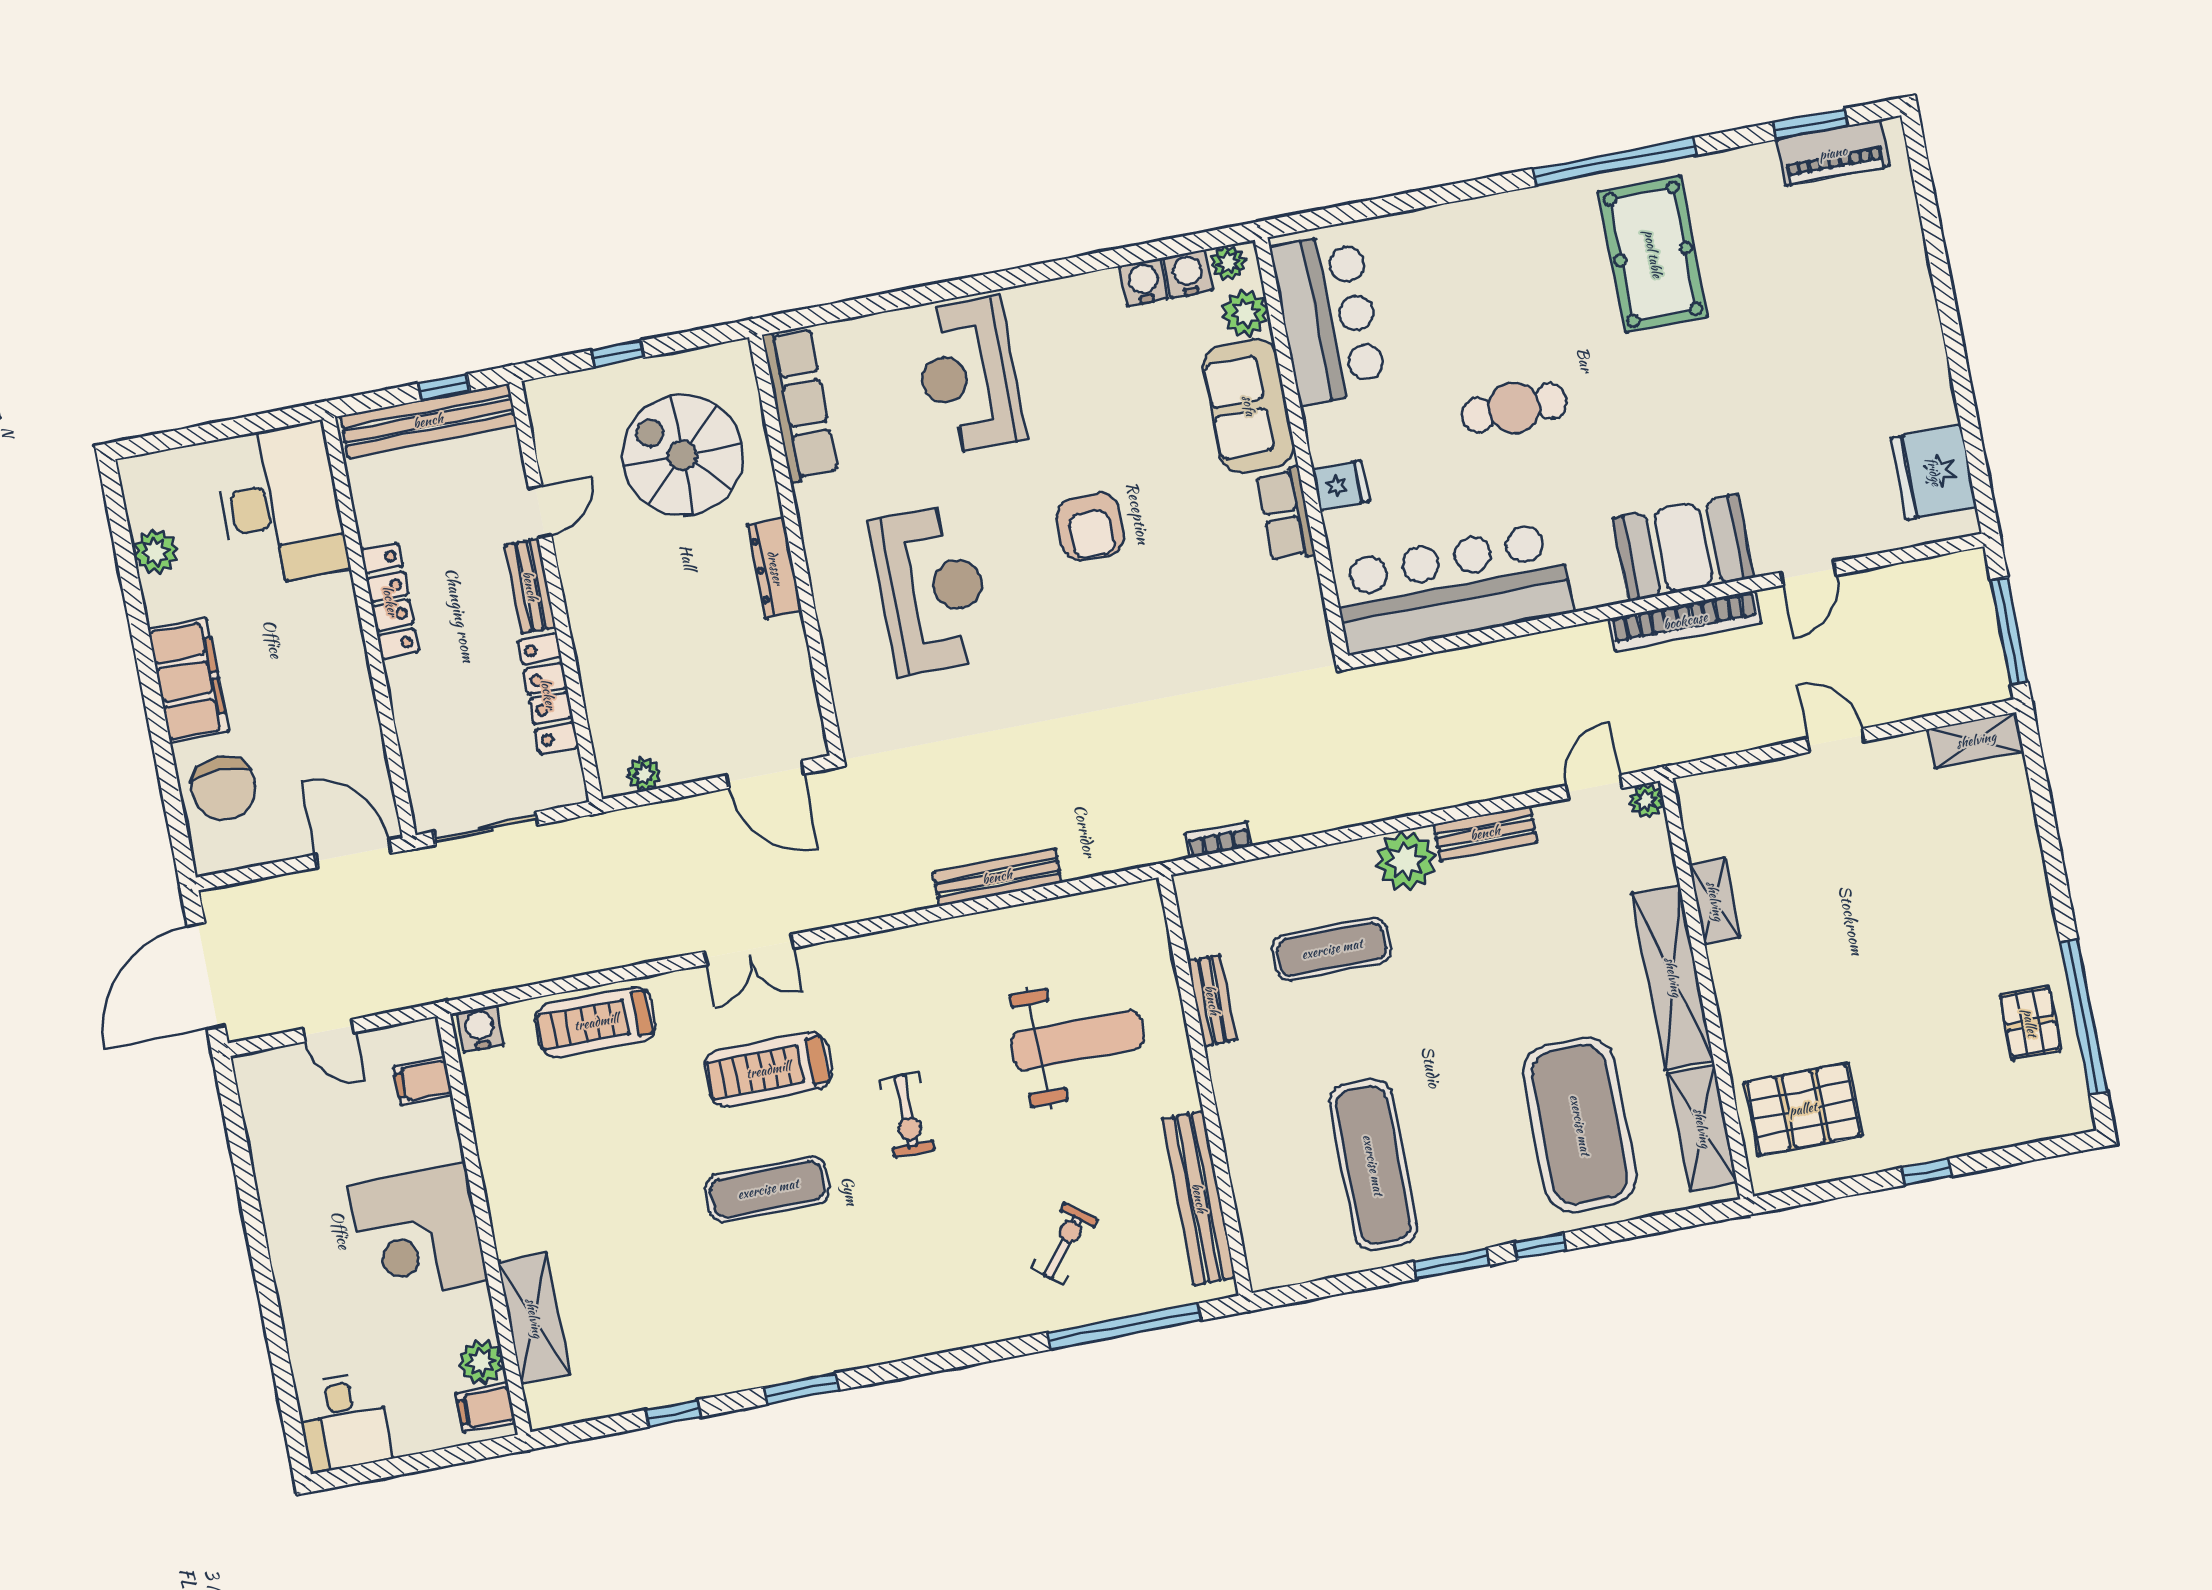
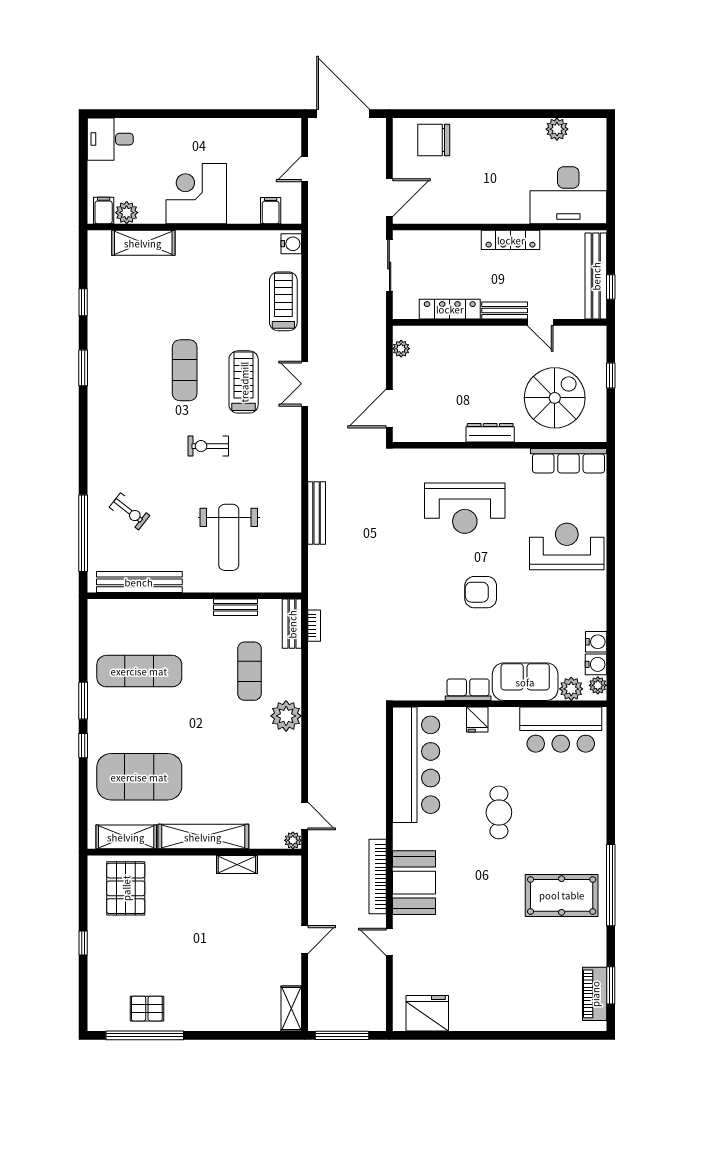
filing cabinet: (188, 680) -> (490, 133), removed
bench: (1485, 833) -> (292, 624), moved

